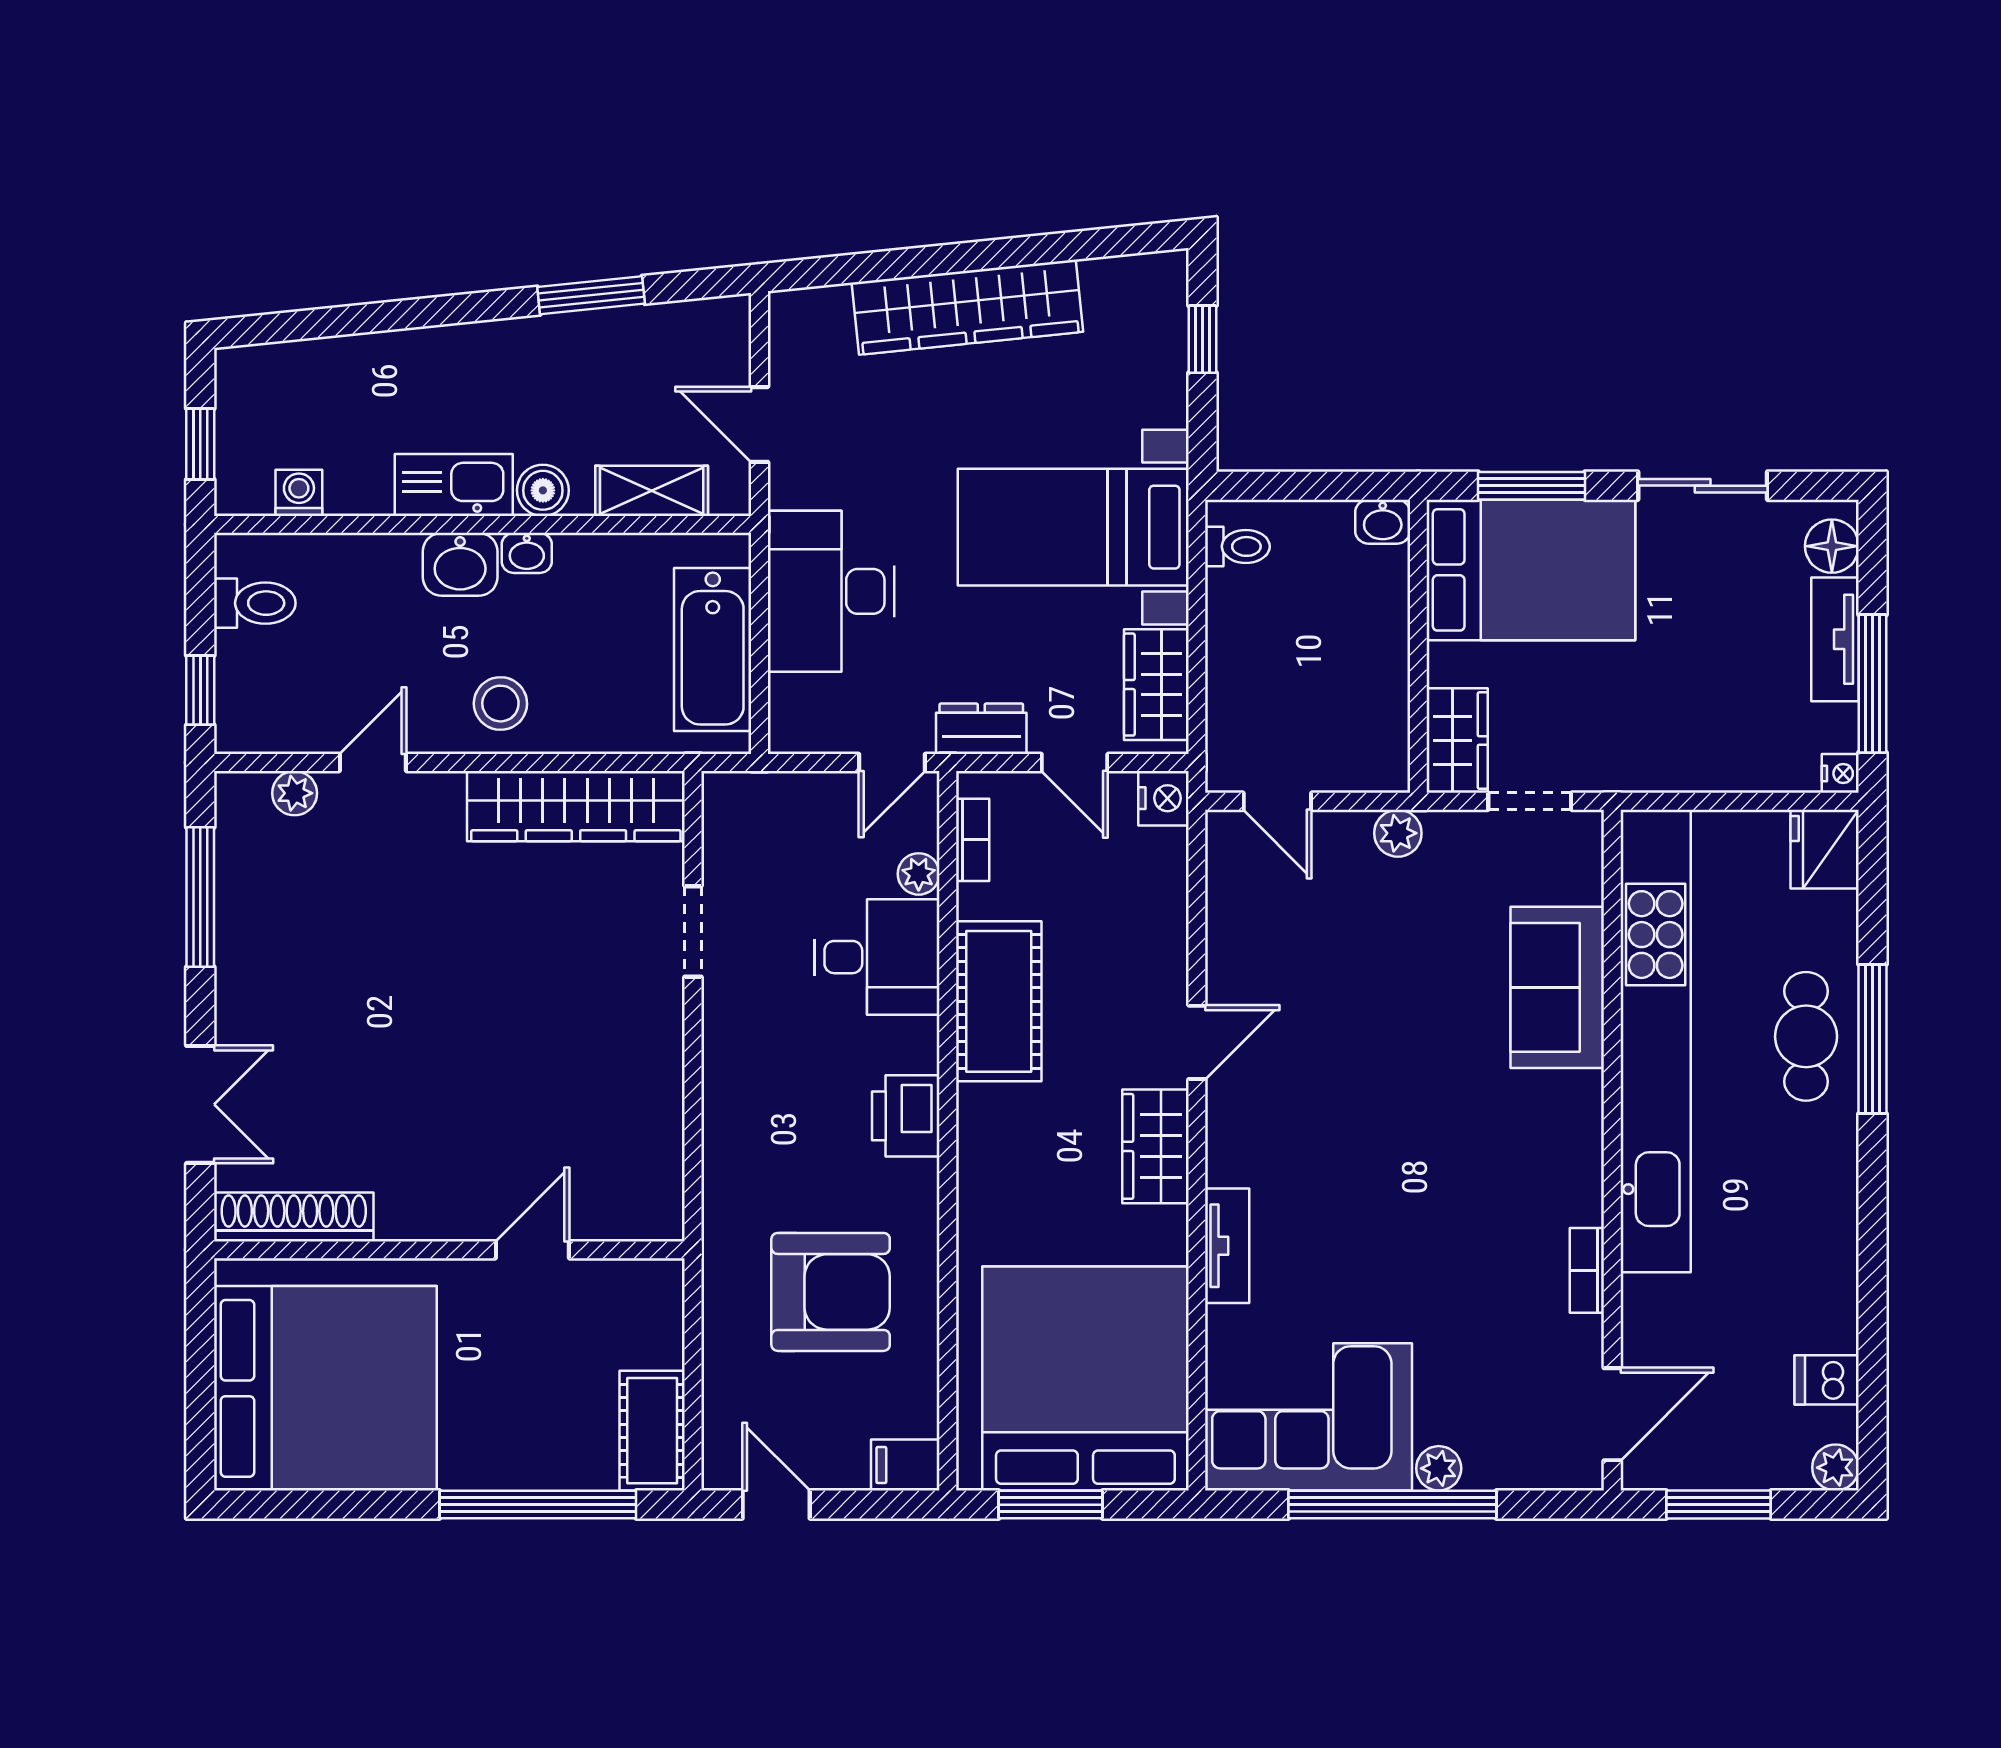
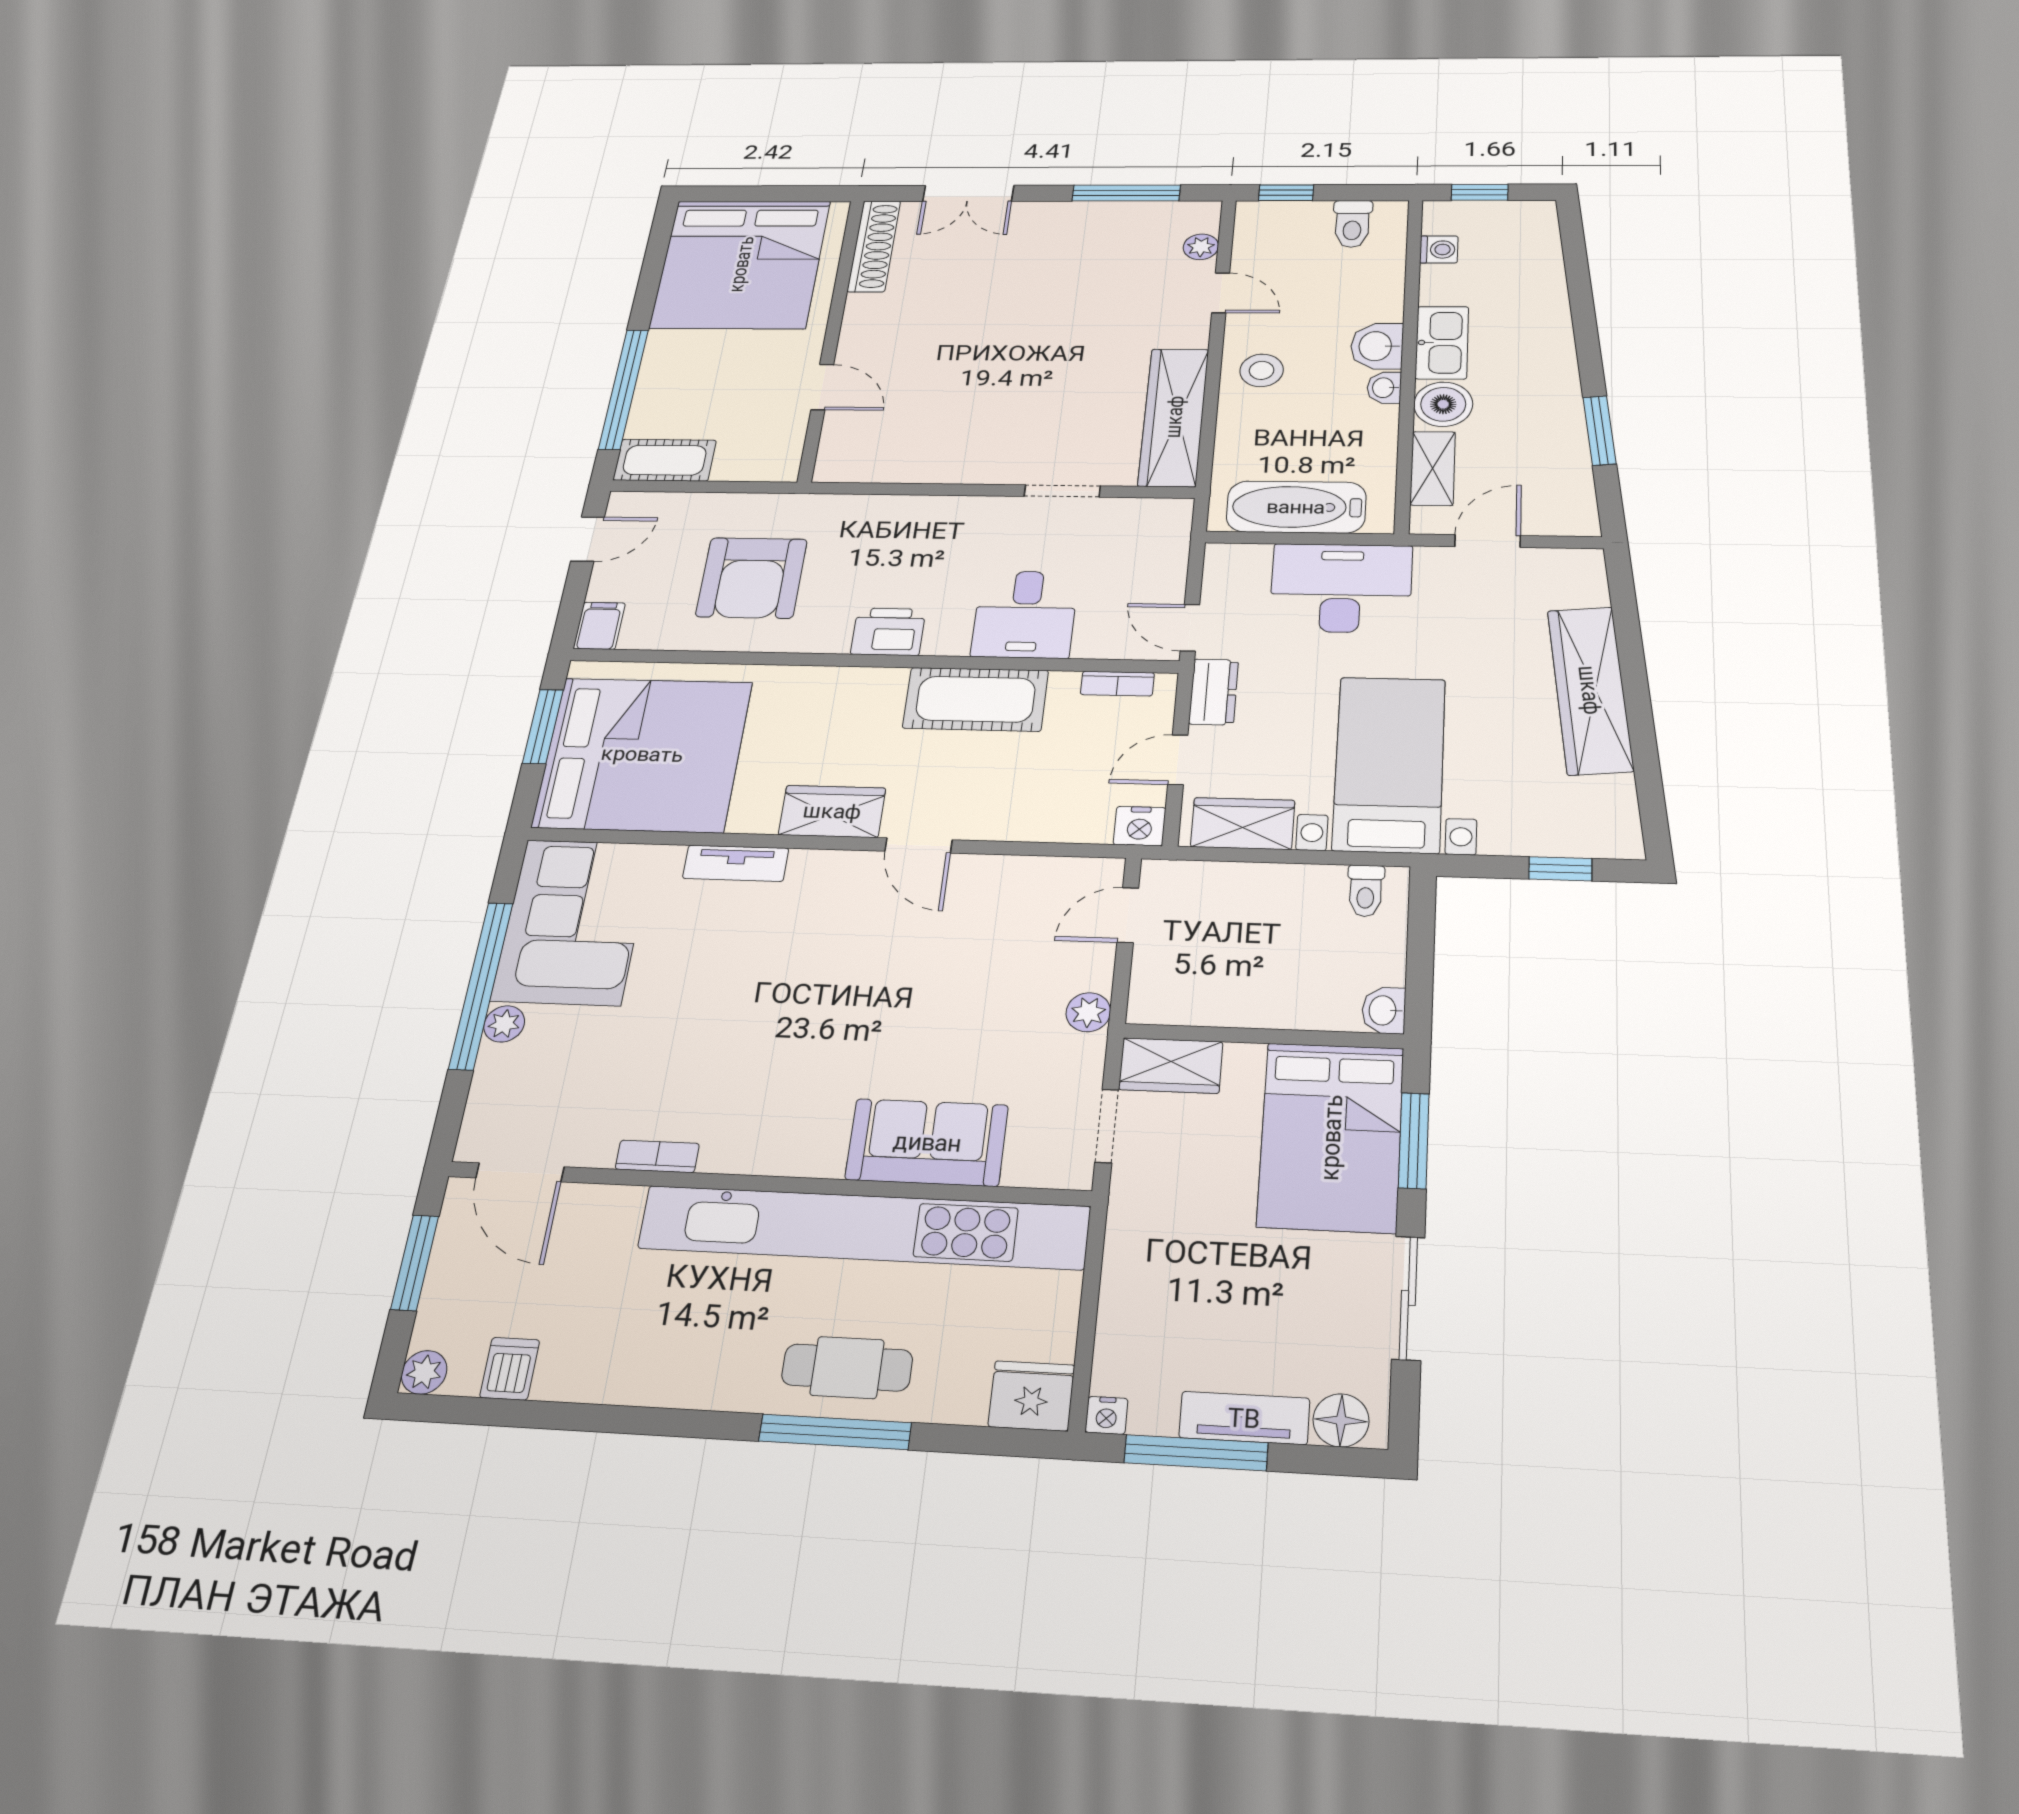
boiler: (543, 490) -> (1443, 404), width x1.36, depth x1.36
plant: (919, 874) -> (1092, 645), removed

